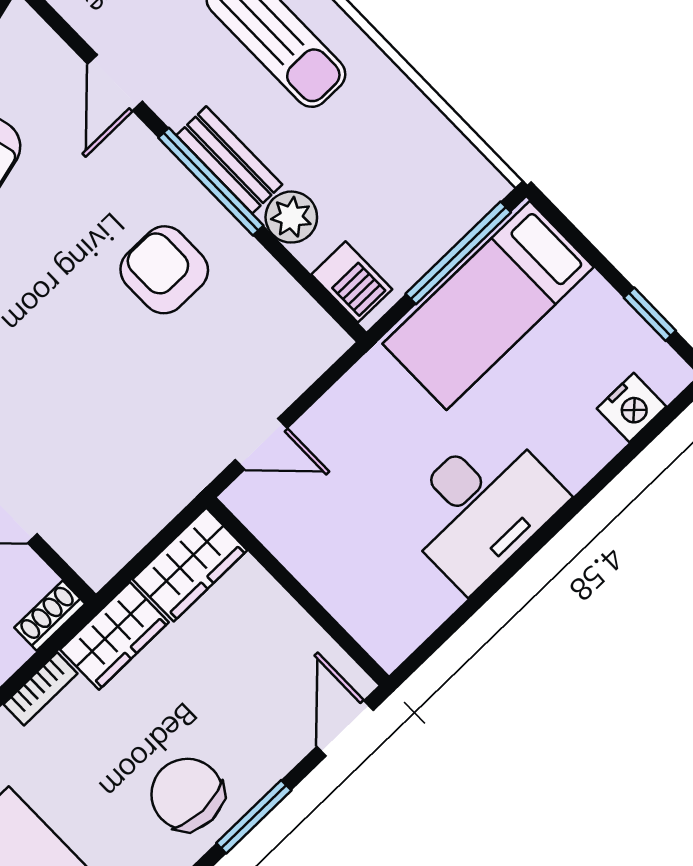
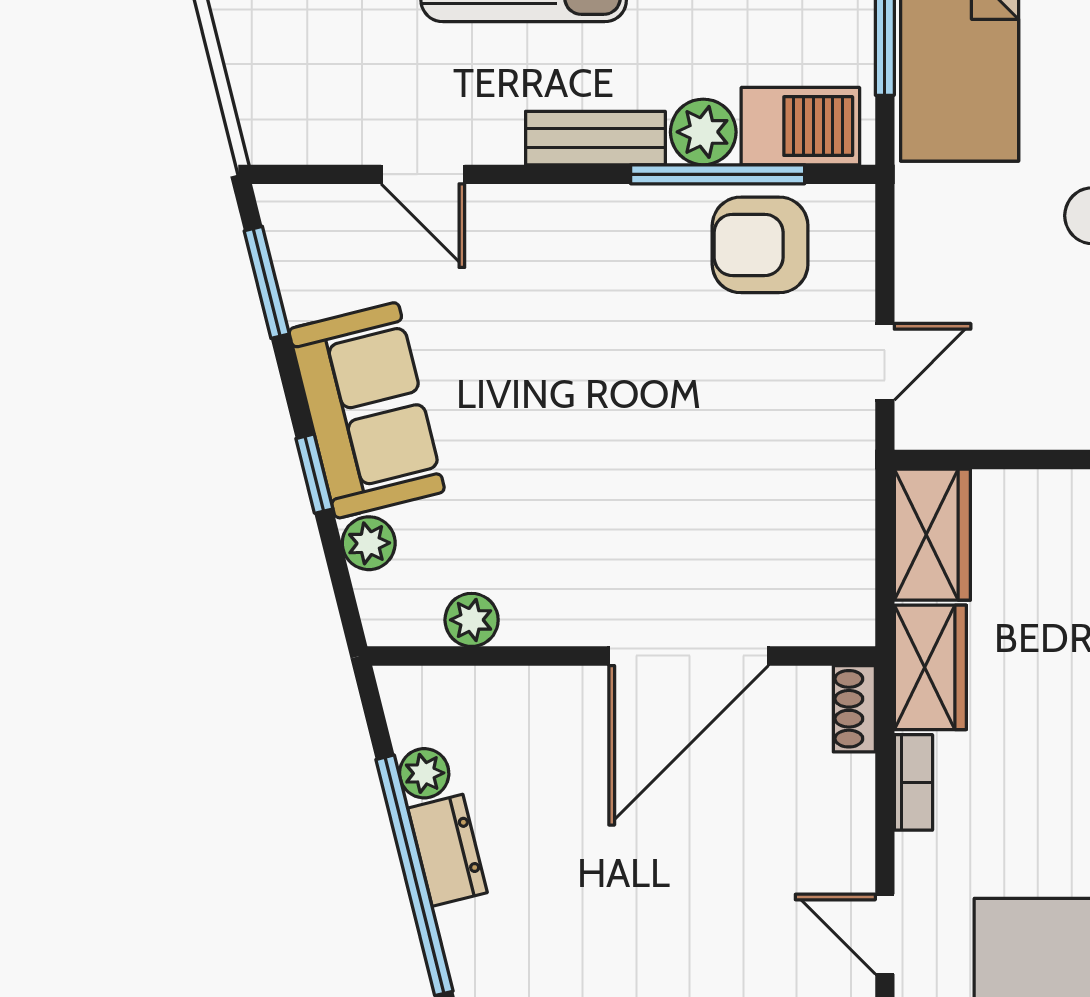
window: (211, 182) -> (718, 174), moved
armchair: (164, 270) -> (760, 245), moved
barbecue: (352, 282) -> (800, 126), width x1.38, depth x1.27

